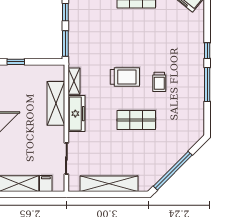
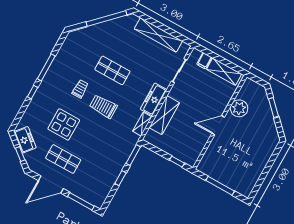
display table: (156, 35) -> (64, 124), added

